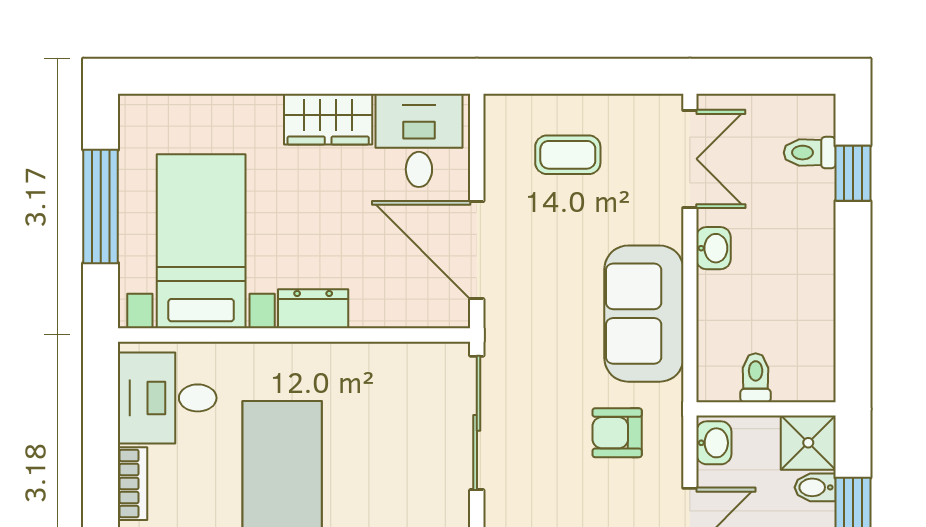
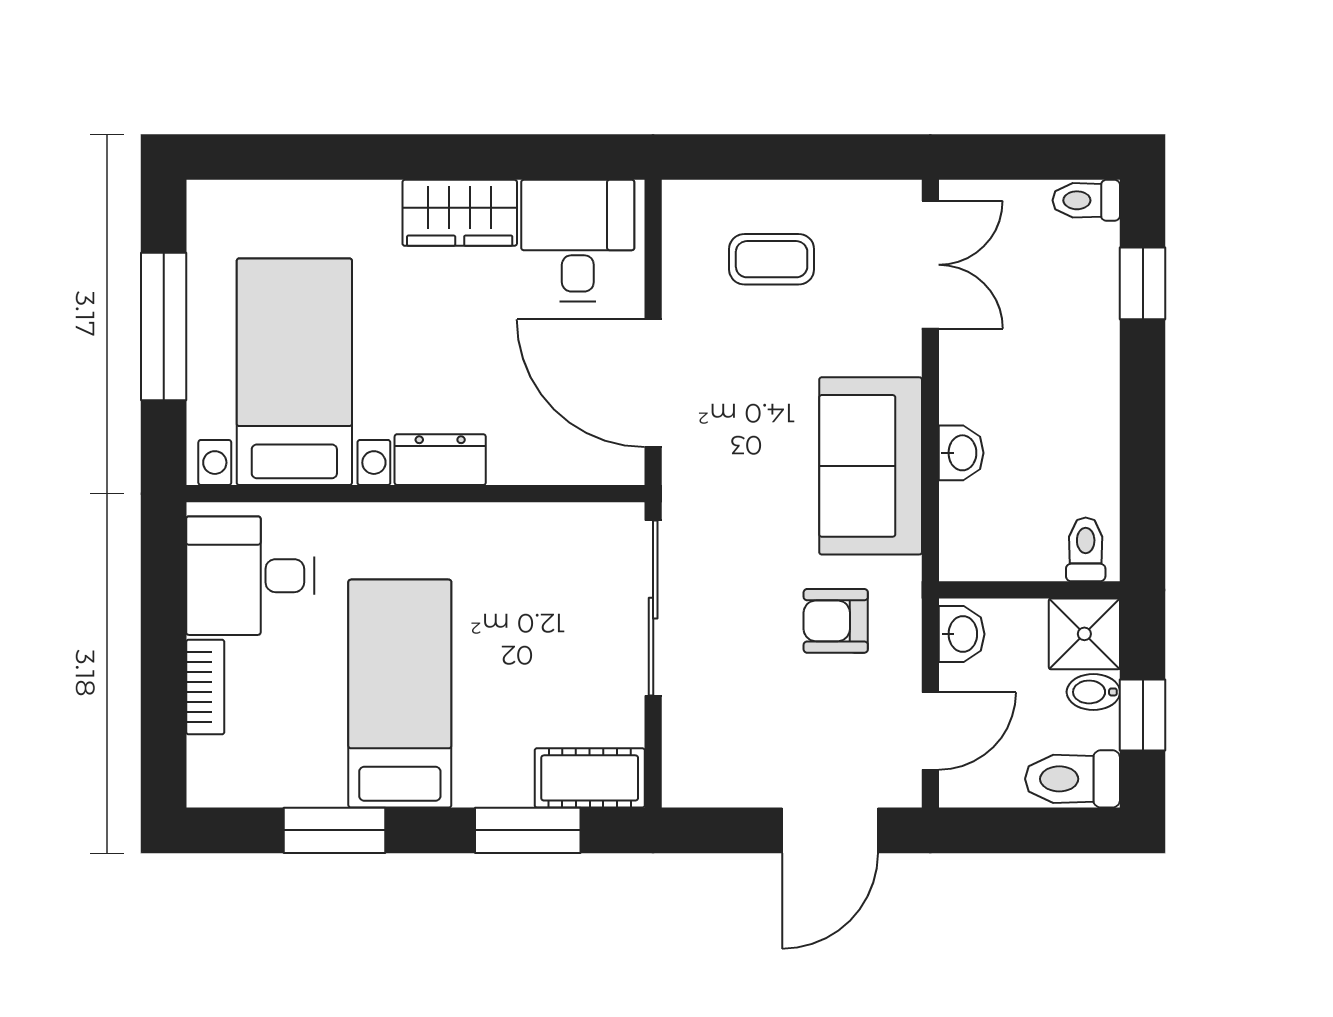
toilet: (810, 153) -> (1086, 200), moved
washbasin: (713, 248) -> (961, 453), moved
toilet: (756, 378) -> (1086, 549), moved

